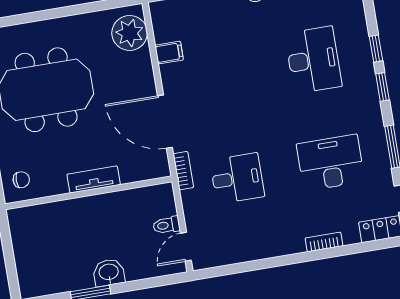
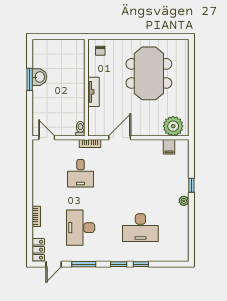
filing cabinet: (169, 53) -> (169, 147), moved
door: (165, 122) -> (120, 138), width x0.73
desk: (331, 163) -> (81, 228), turned 180
toilet: (167, 225) -> (80, 129), moved
washbasin: (109, 273) -> (39, 77), moved

